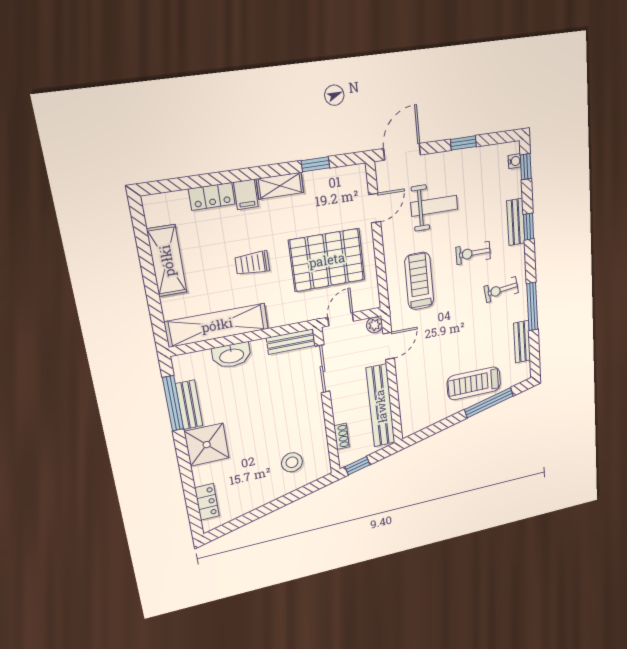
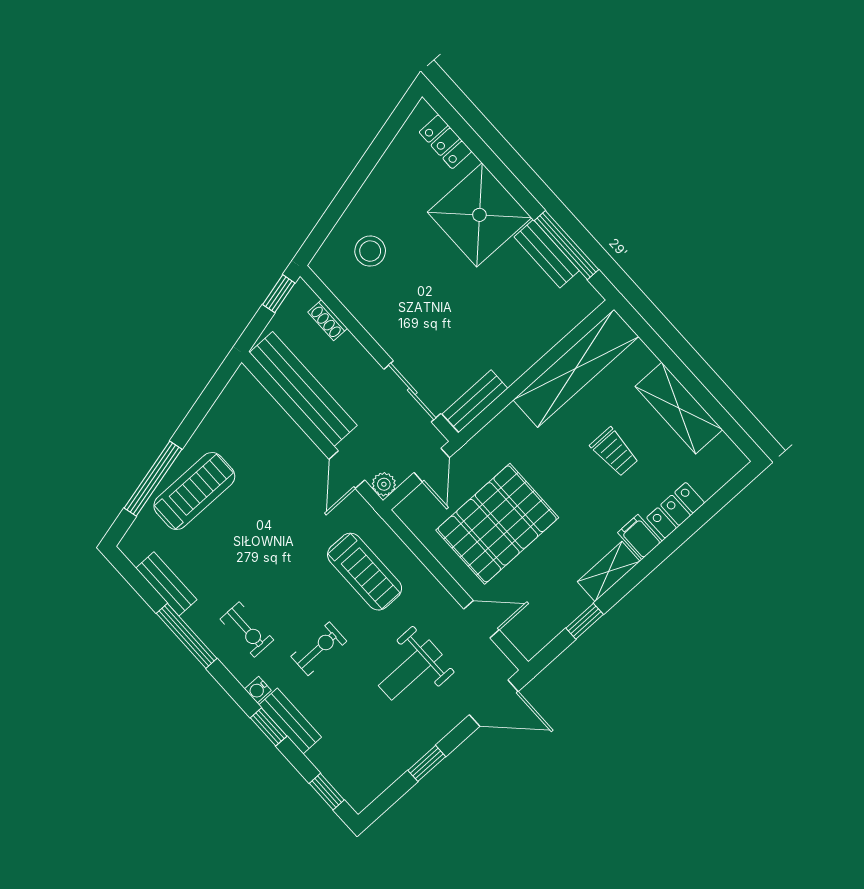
door: (402, 152) -> (494, 703), hinge flipped
water cooler: (515, 161) -> (258, 690), moved
door: (375, 208) -> (482, 619), swing flipped
trolley: (252, 263) -> (614, 452), moved, turned 90
exercise bike: (501, 290) -> (247, 629), turned 97
washbasin: (232, 355) -> (535, 343), removed
shower: (207, 445) -> (479, 215), width x1.37, depth x1.37

